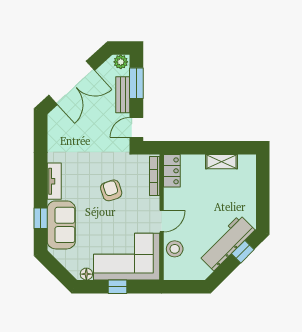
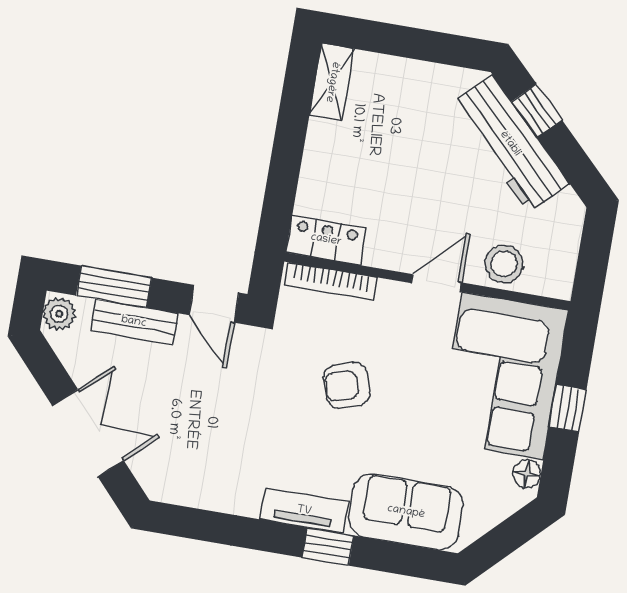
double door: (72, 83) -> (88, 433), width x0.73
shelving: (222, 162) -> (332, 82), moved
window: (41, 218) -> (328, 547), moved
door: (162, 221) -> (436, 283), hinge flipped

